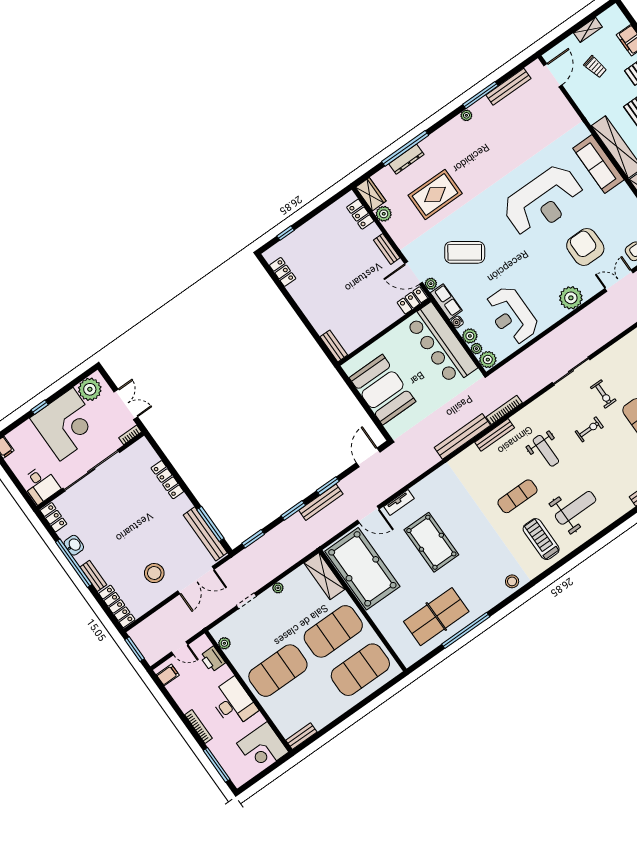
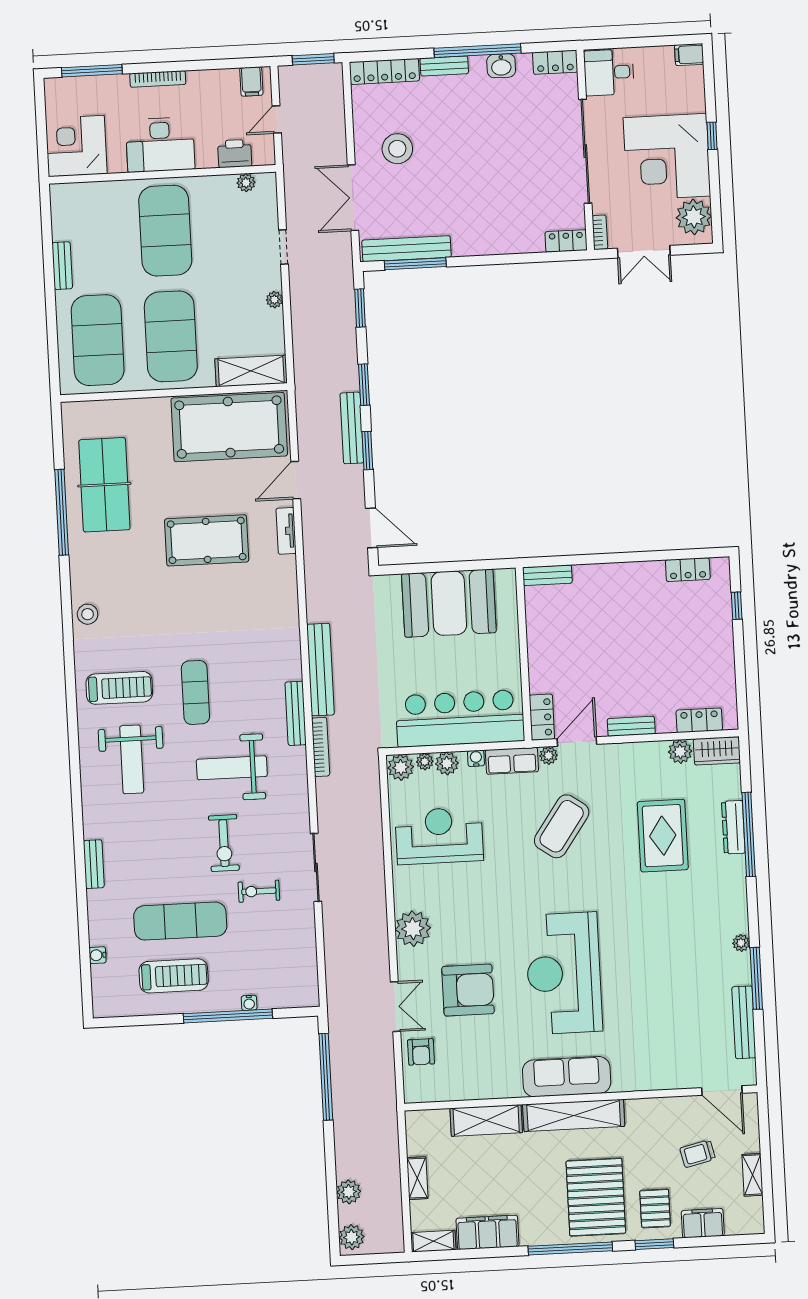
exercise bike: (589, 429) -> (224, 843), width x1.38, depth x1.39
weight bench: (546, 451) -> (232, 768), width x1.36, depth x1.33
locker: (167, 480) -> (566, 241), moved, width x0.66
bench: (301, 736) -> (62, 266), moved

